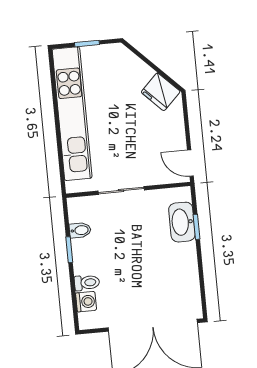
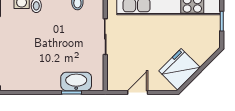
fridge: (161, 92) -> (179, 69), width x1.36, depth x1.34
door: (190, 163) -> (138, 92), moved

